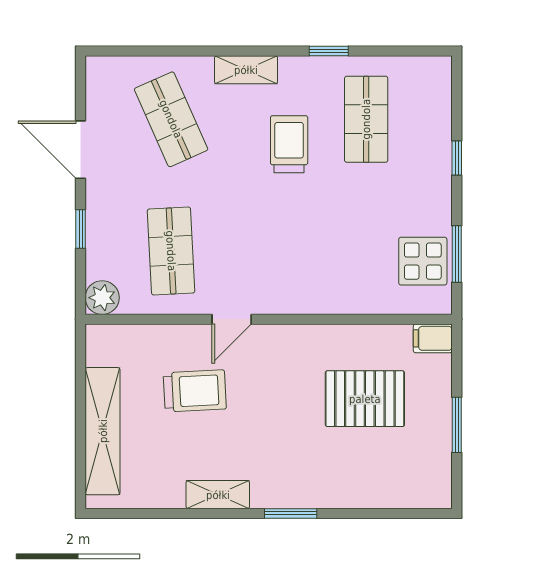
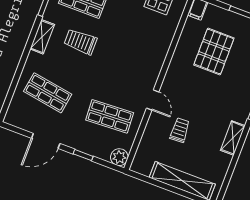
shelving: (246, 70) -> (42, 37), moved
shop shelf: (171, 119) -> (48, 93), turned 33
trolley: (195, 391) -> (180, 130), width x0.73, depth x0.72

